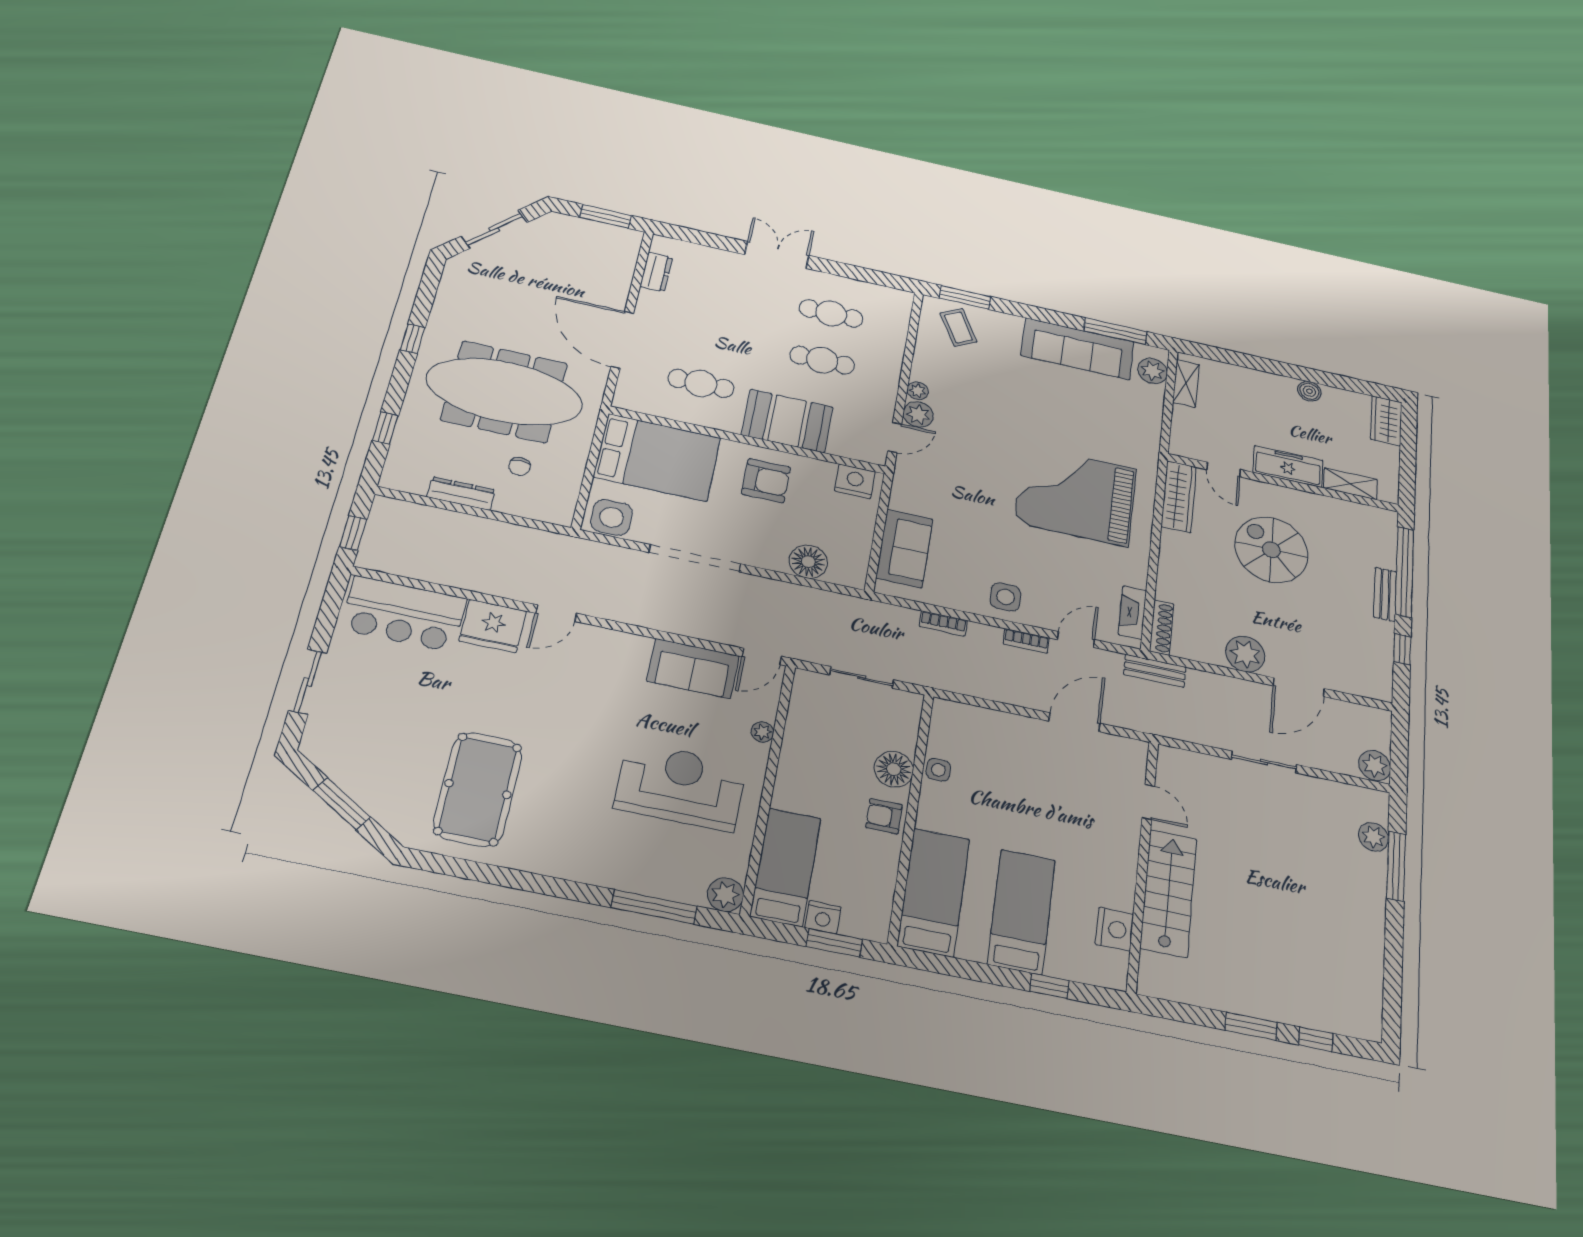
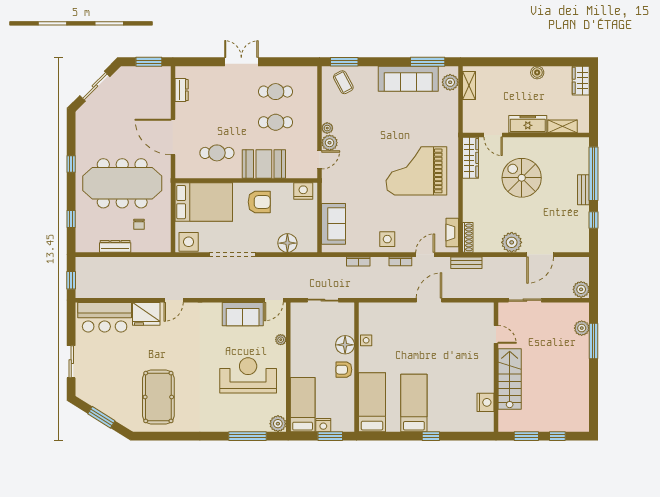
door: (1148, 802) -> (496, 334), moved
wall: (1143, 864) -> (496, 367), moved
stairs: (1168, 893) -> (510, 379), moved
nightstand: (1115, 929) -> (485, 402), moved

